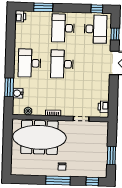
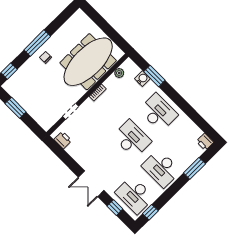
desk: (63, 28) -> (161, 168), turned 180

